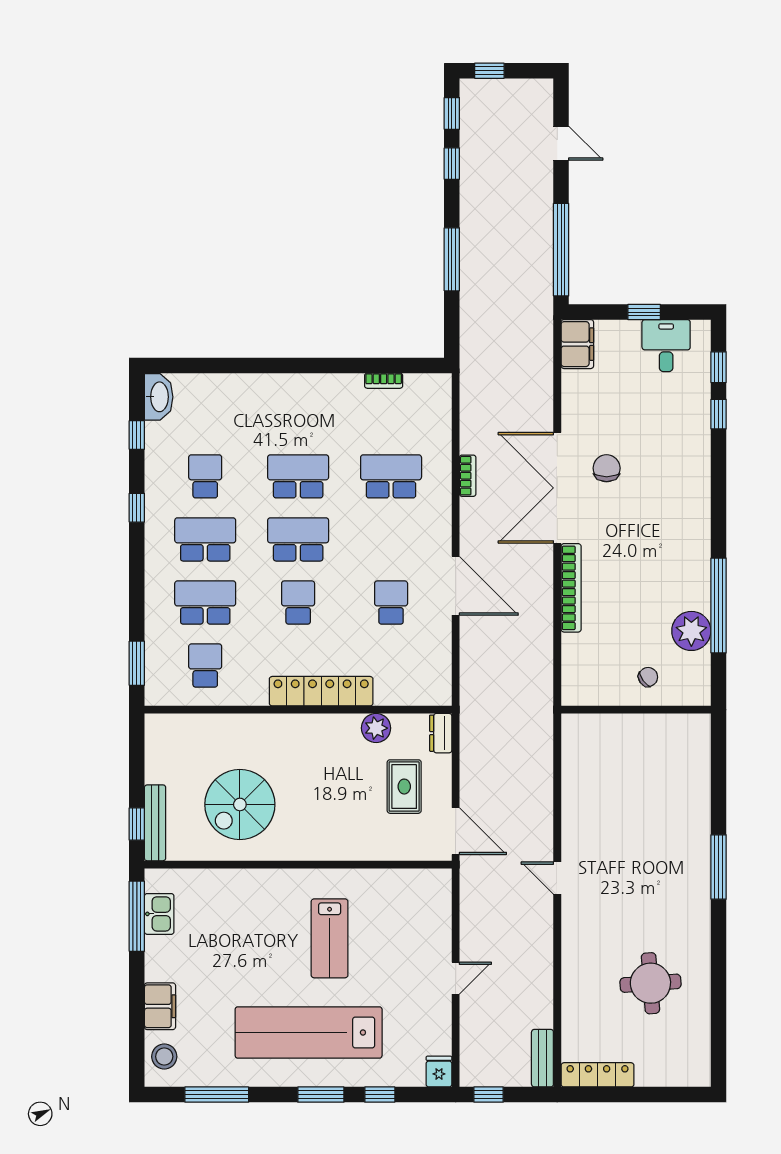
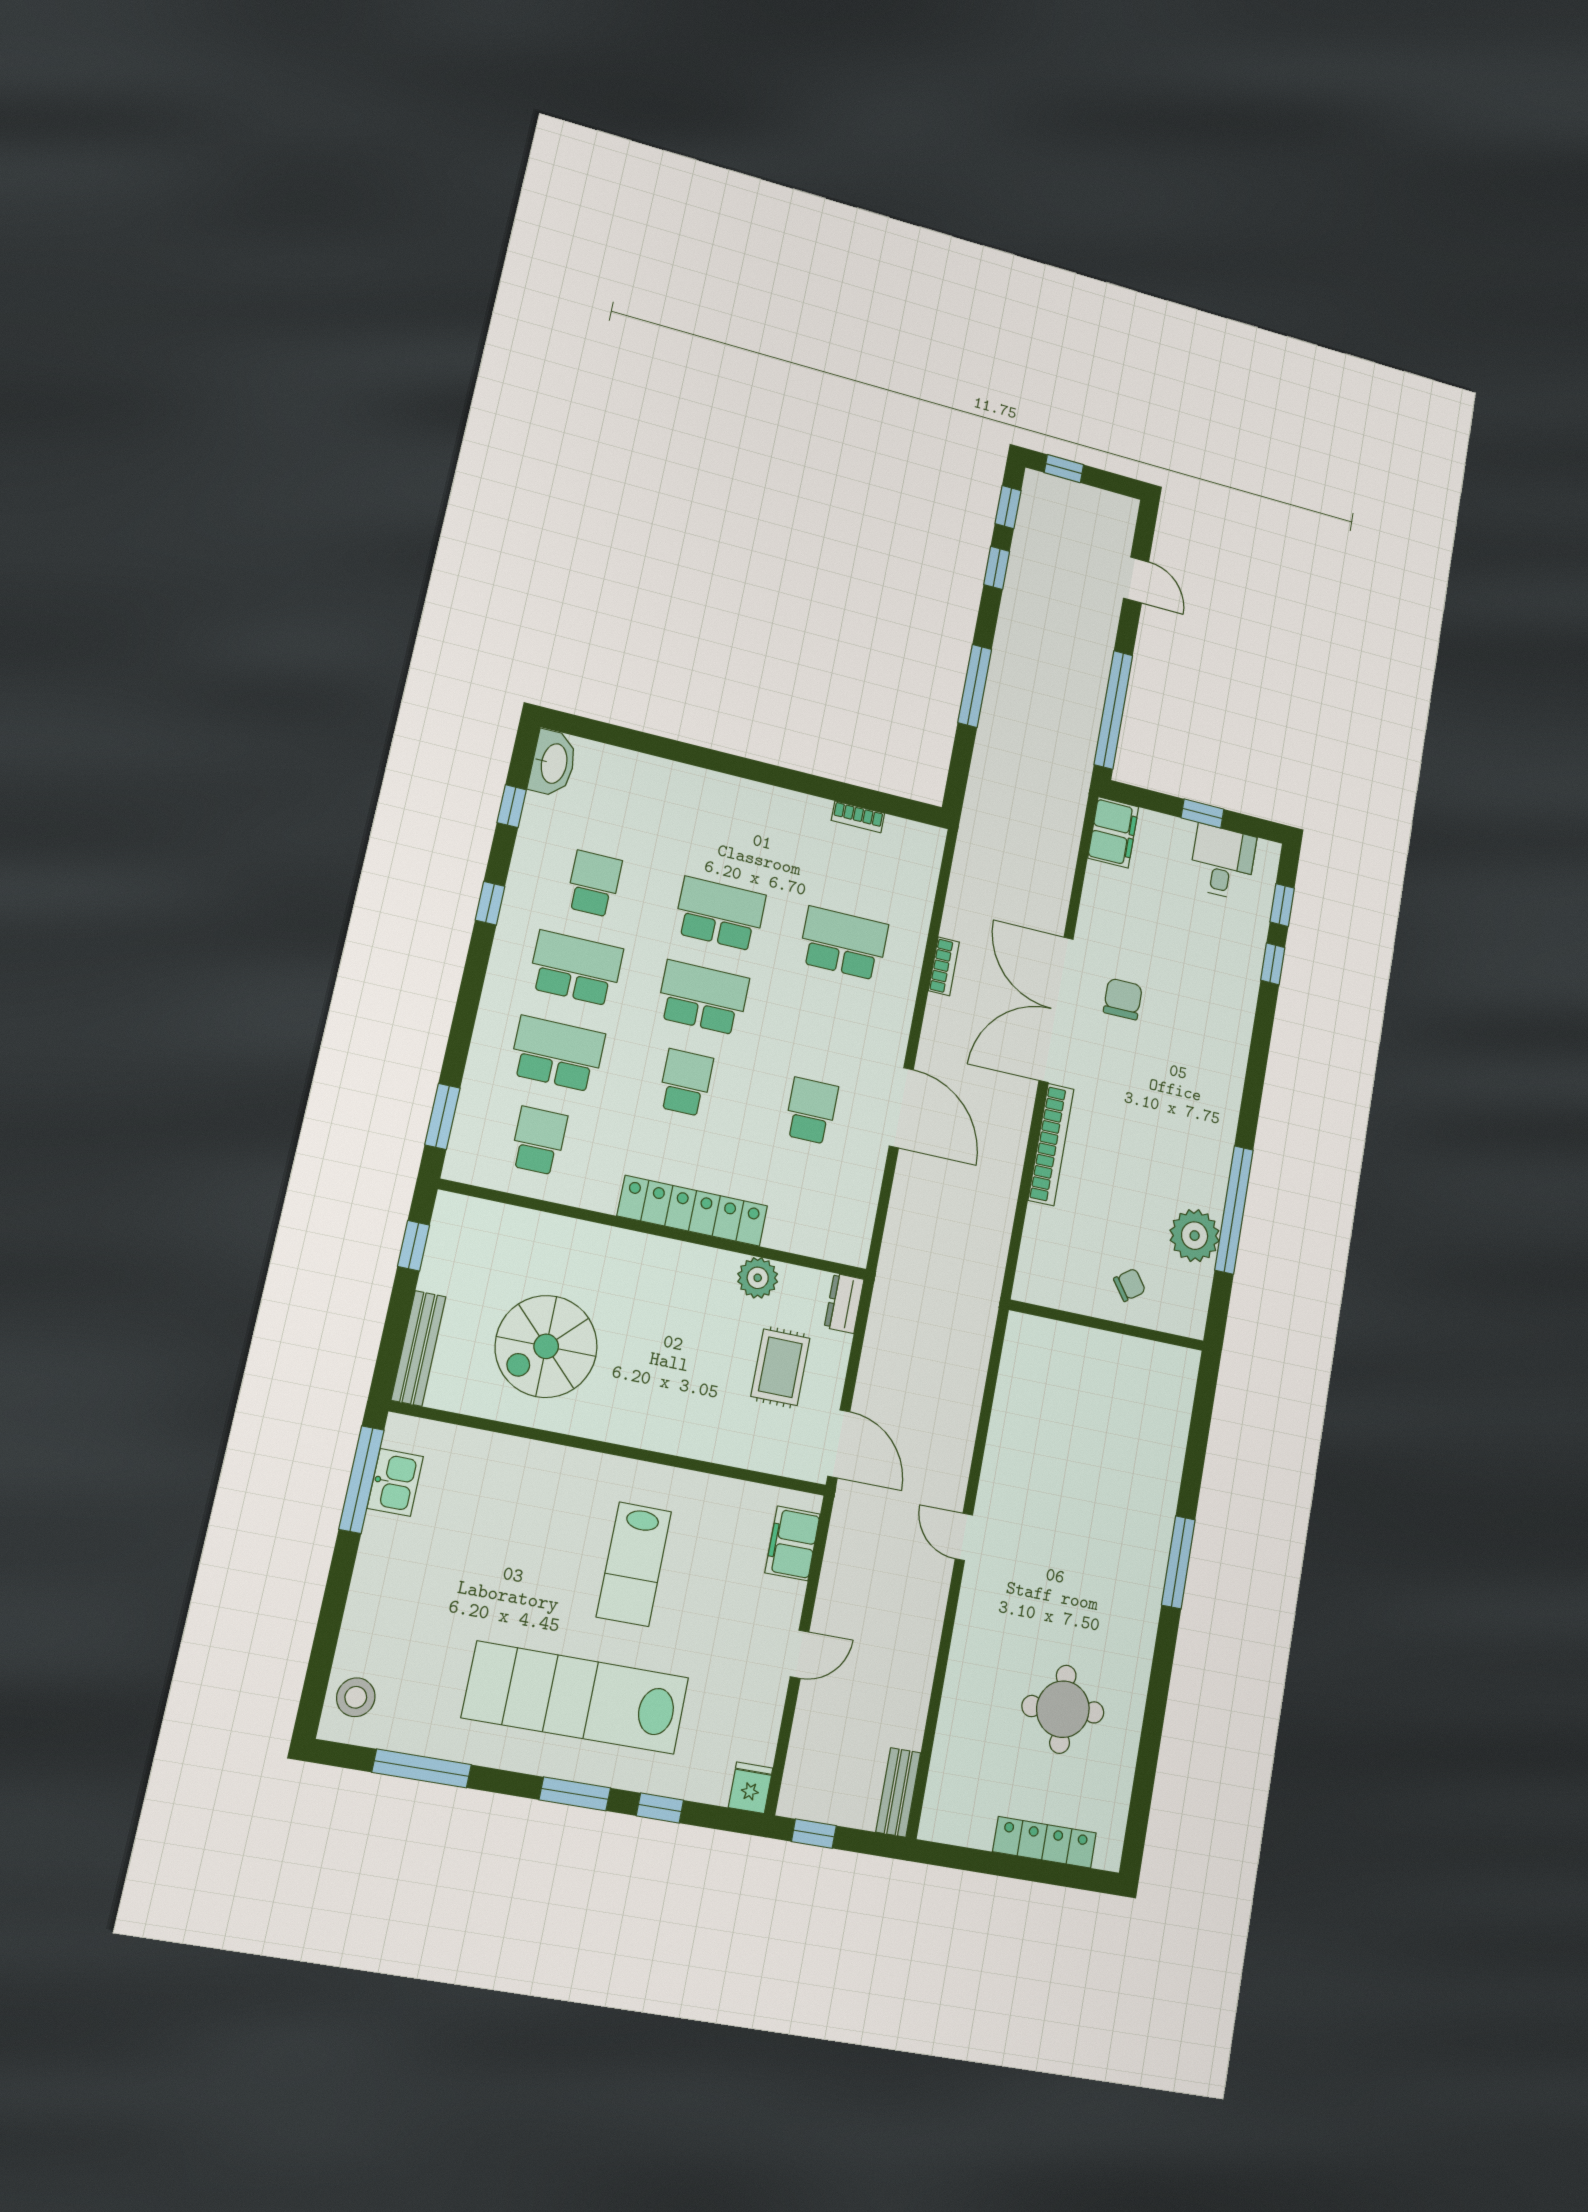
window: (137, 824) -> (414, 1246), moved
filing cabinet: (160, 1006) -> (793, 1543), moved, turned 180
locker: (598, 1075) -> (1045, 1842), moved

